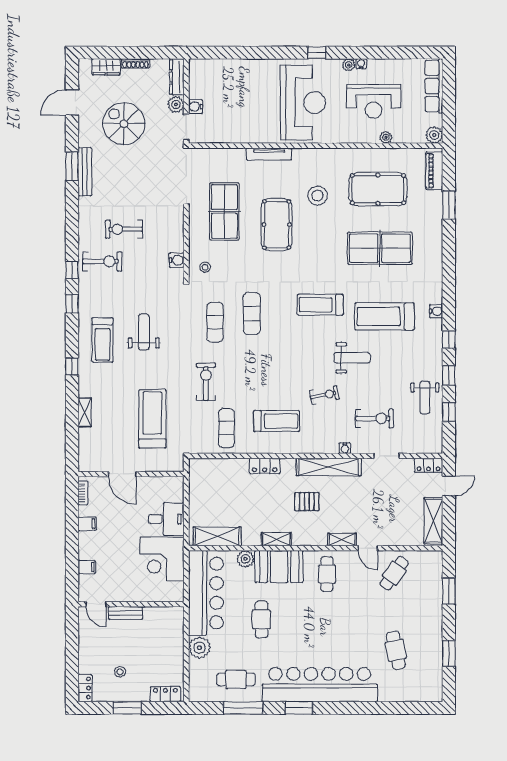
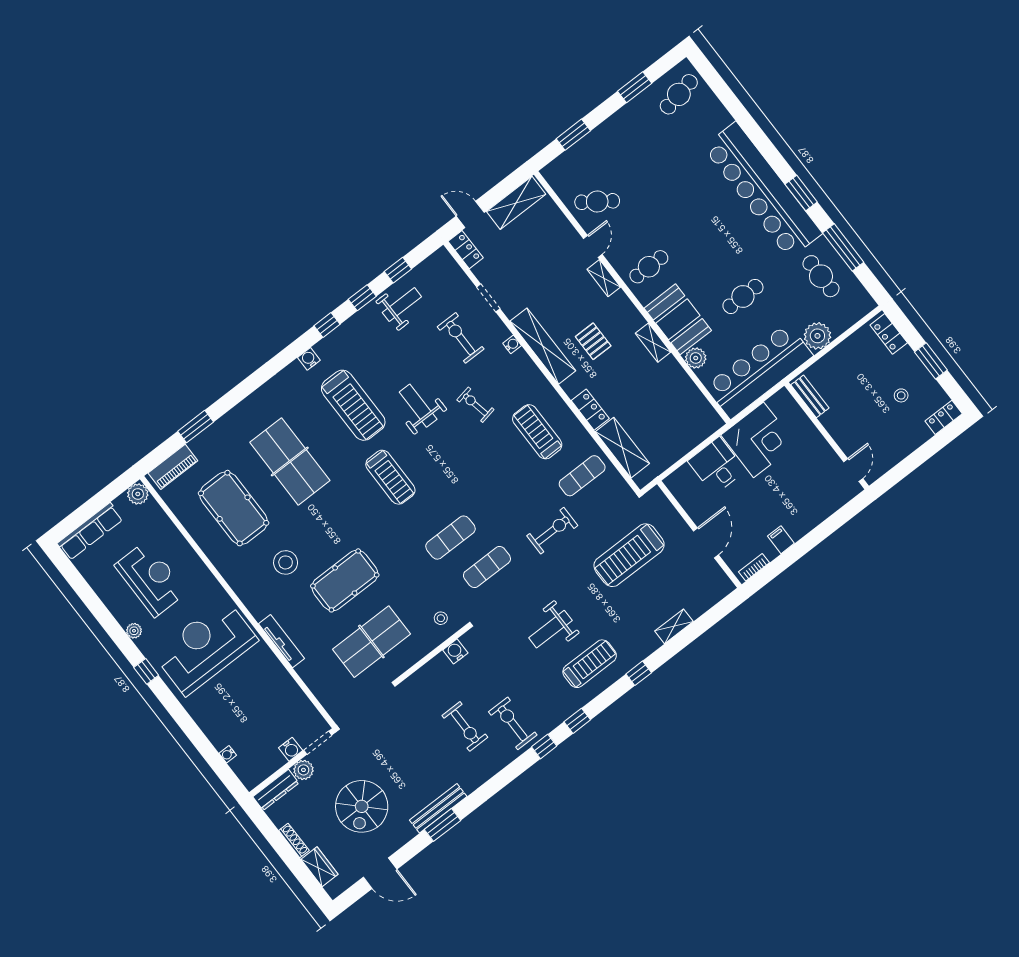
water cooler: (361, 64) -> (228, 754), moved
plant: (386, 137) -> (177, 539), removed
exercise bike: (206, 382) -> (552, 531), turned 180
shelving: (217, 536) -> (622, 448), moved
filing cabinet: (87, 567) -> (824, 507), removed
bench: (126, 613) -> (810, 396), moved
cafe table: (396, 650) -> (679, 94), moved

